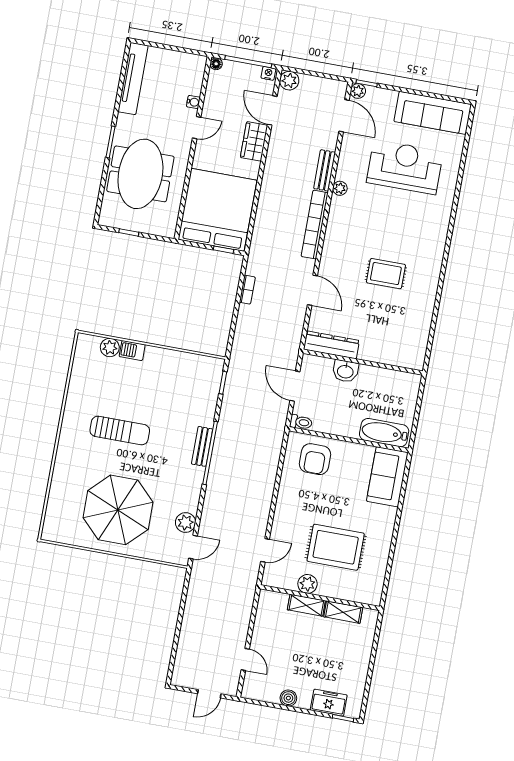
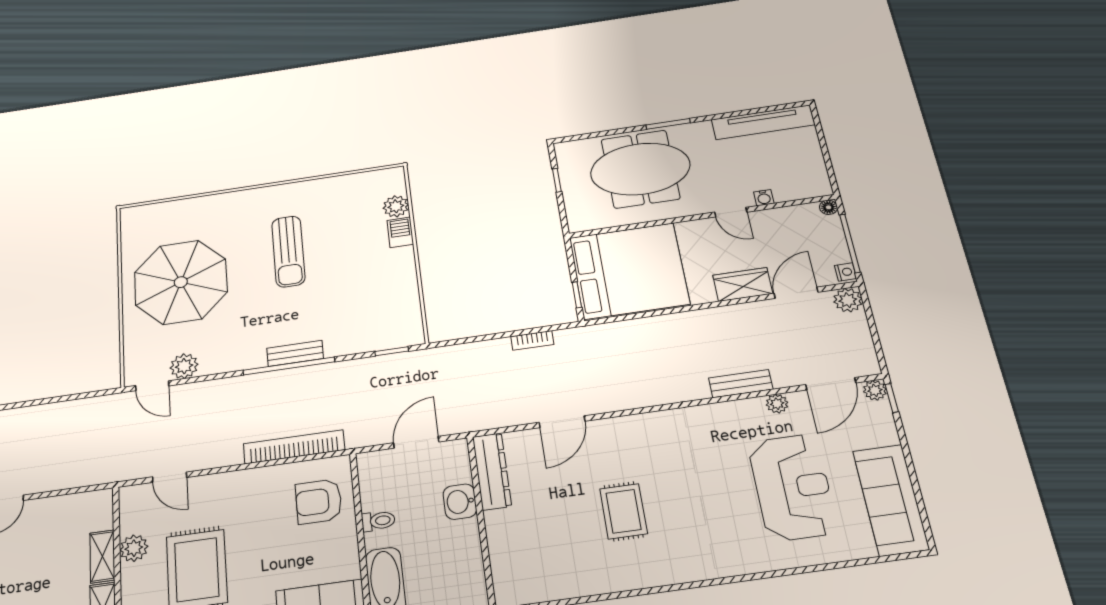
plant: (340, 188) -> (777, 404), moved
bookcase: (315, 225) -> (294, 447), moved
toilet: (301, 422) -> (378, 521), moved, turned -90

